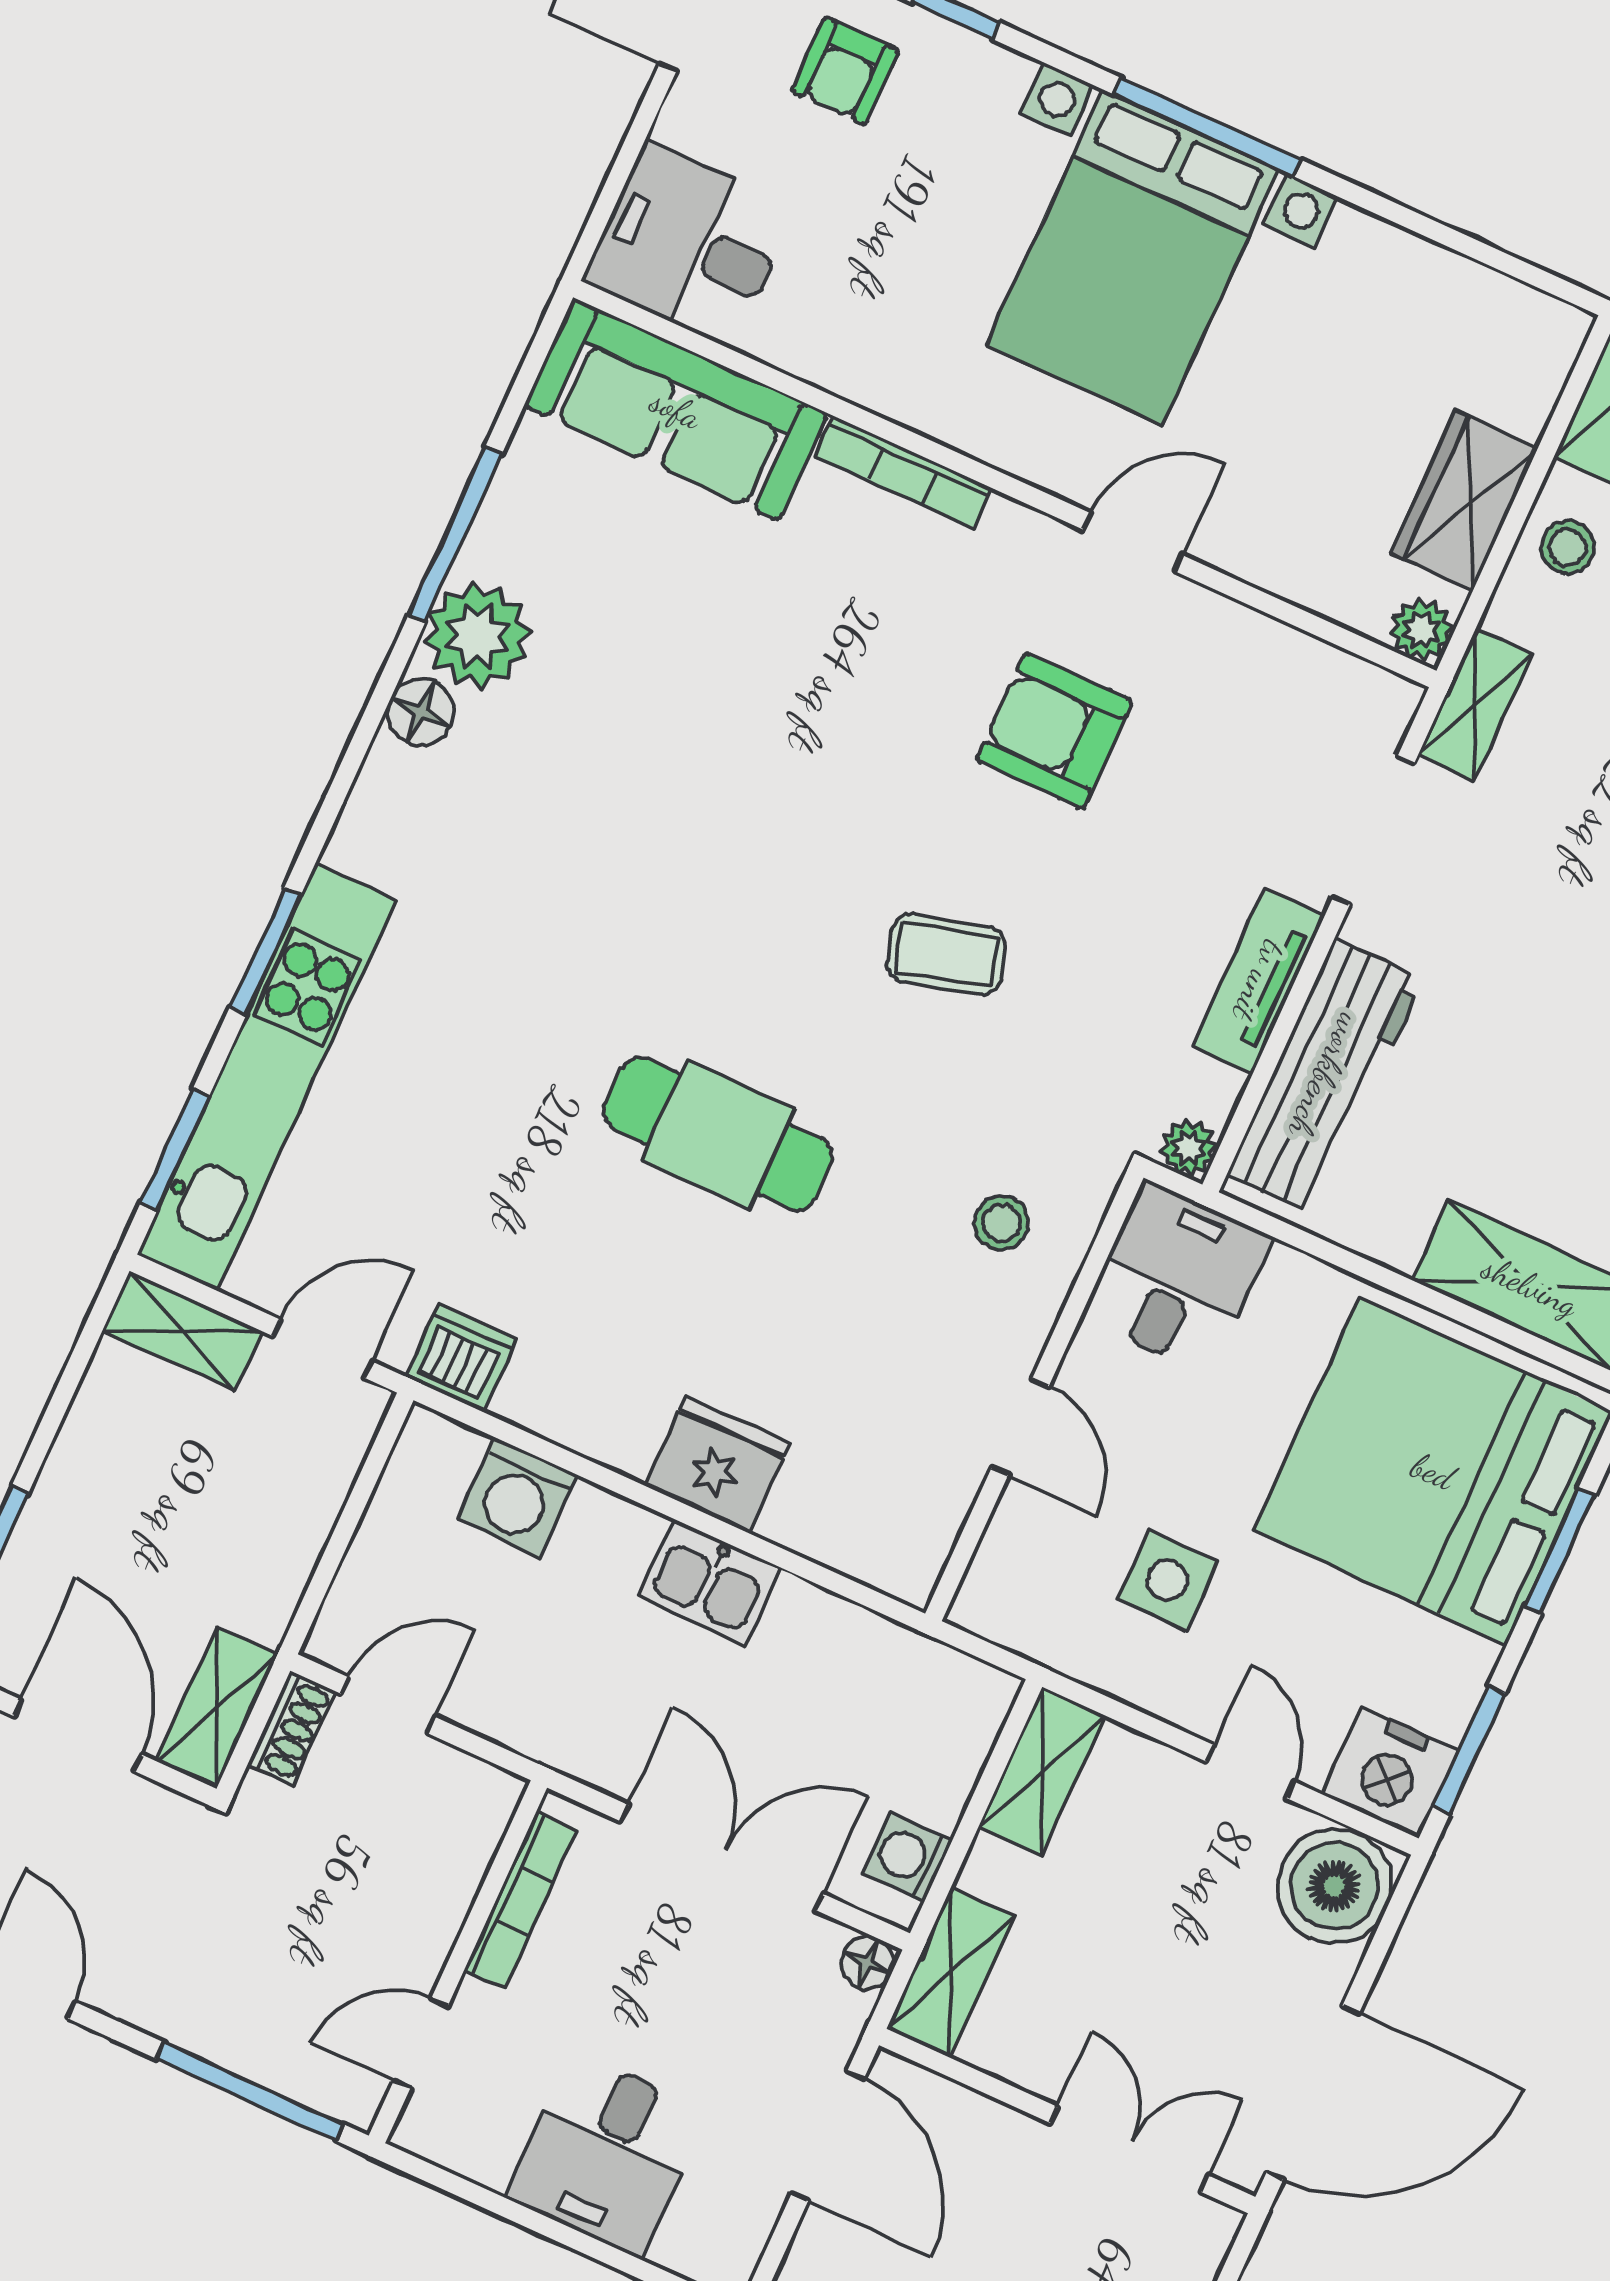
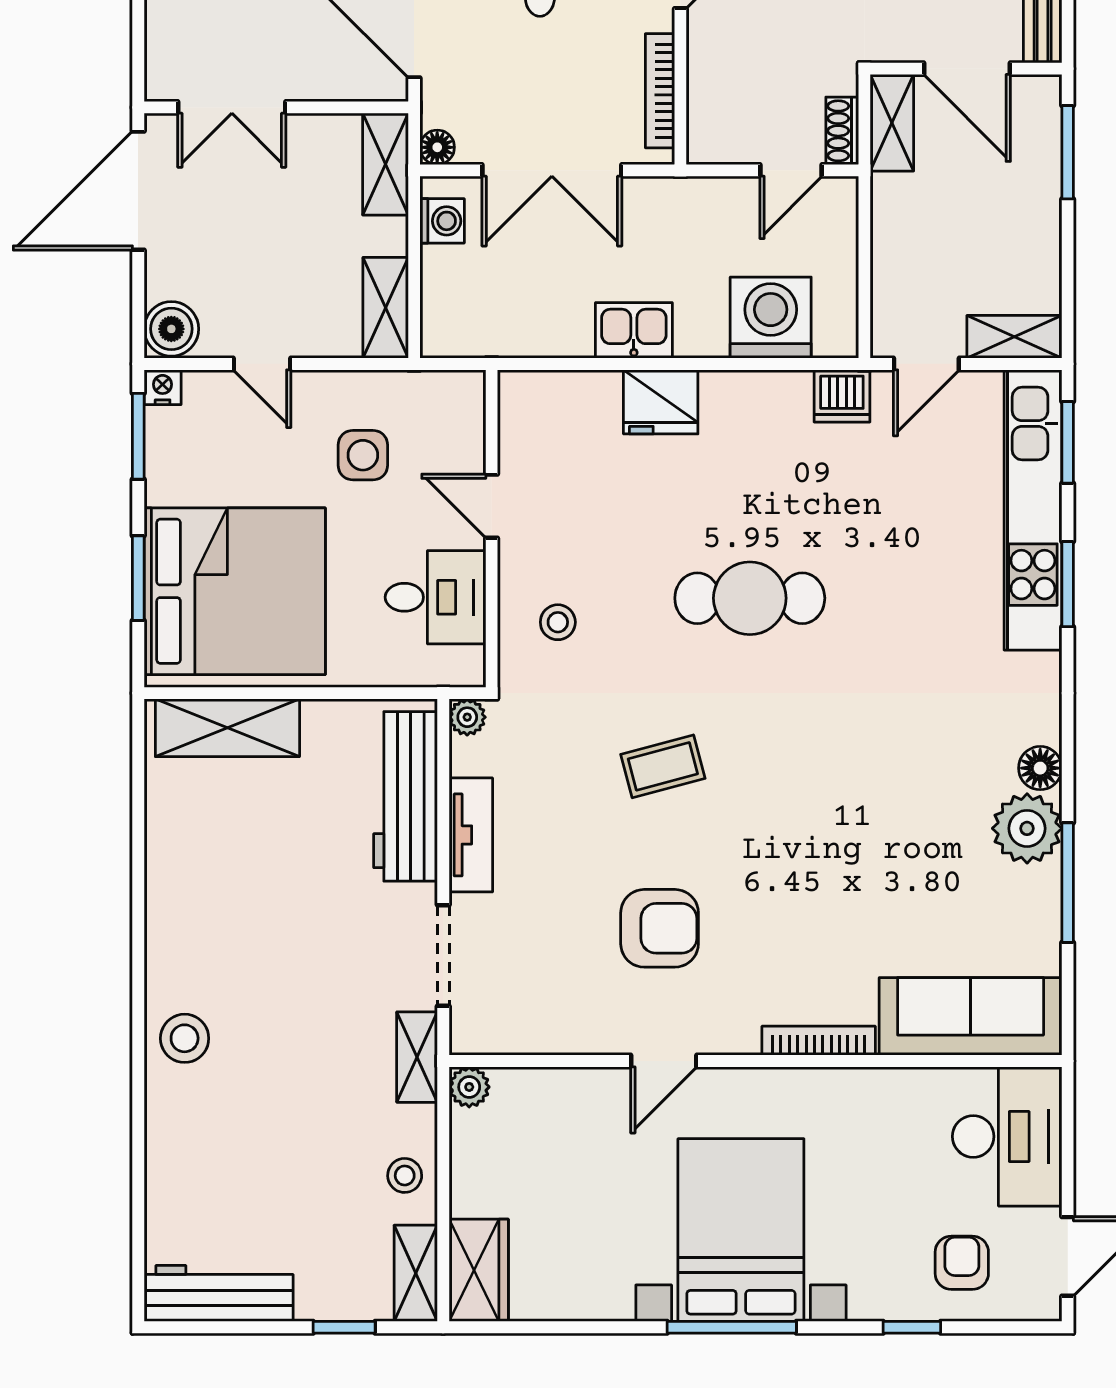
desk: (689, 245) -> (1007, 1136), width x1.37
wardrobe: (1464, 500) -> (479, 1270), moved
desk: (1178, 1278) -> (436, 597), moved, turned -90
washing machine: (517, 1497) -> (771, 318), width x1.37, depth x1.37
nightstand: (1390, 1773) -> (163, 387), width x0.53, depth x0.56
boiler: (1334, 1886) -> (171, 329), width x0.73, depth x0.73

